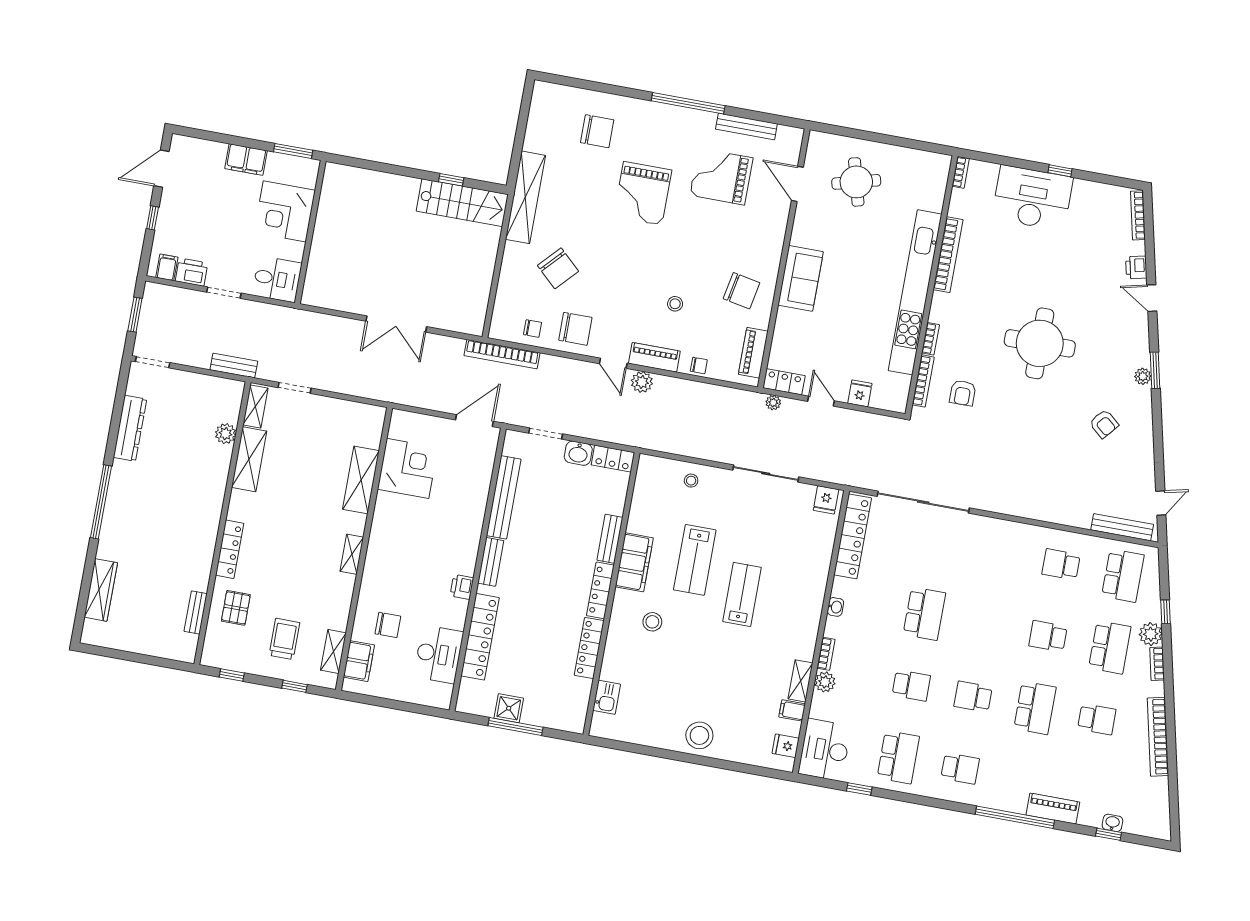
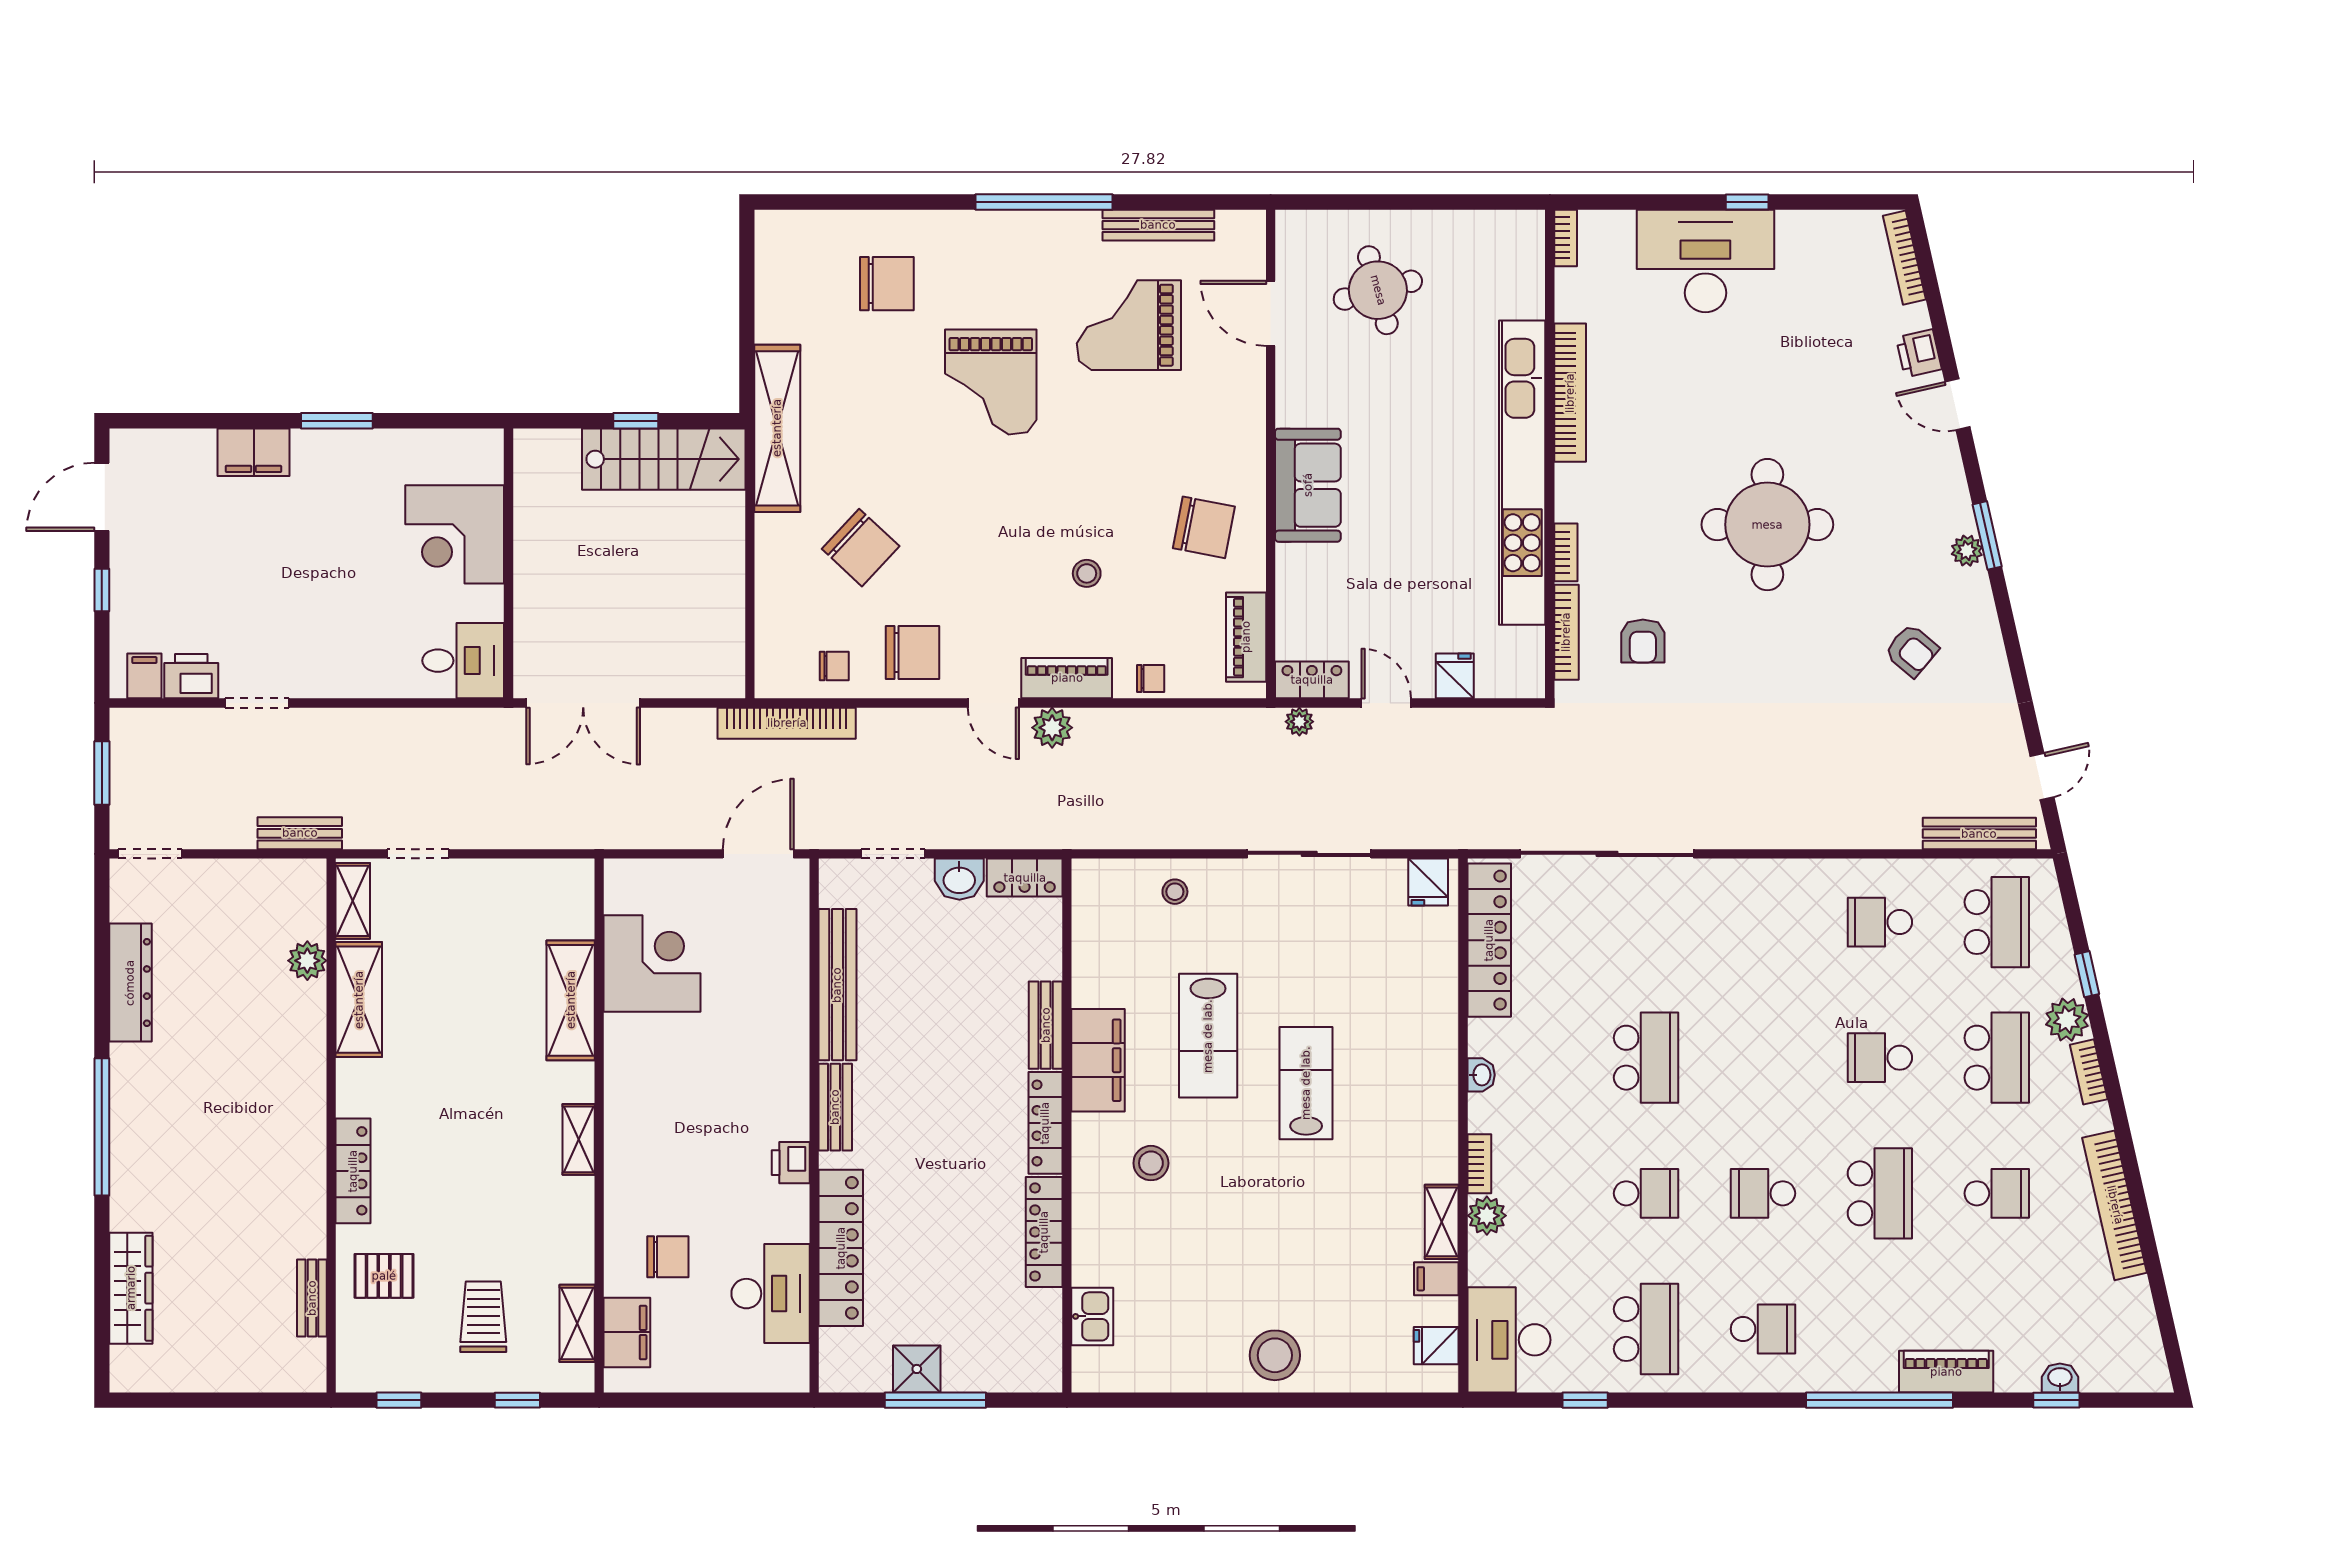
corner desk: (285, 211) -> (455, 534), moved
wall: (310, 232) -> (509, 563), moved
desk: (277, 279) -> (463, 661), moved
pallet: (236, 608) -> (384, 1276), turned 90

